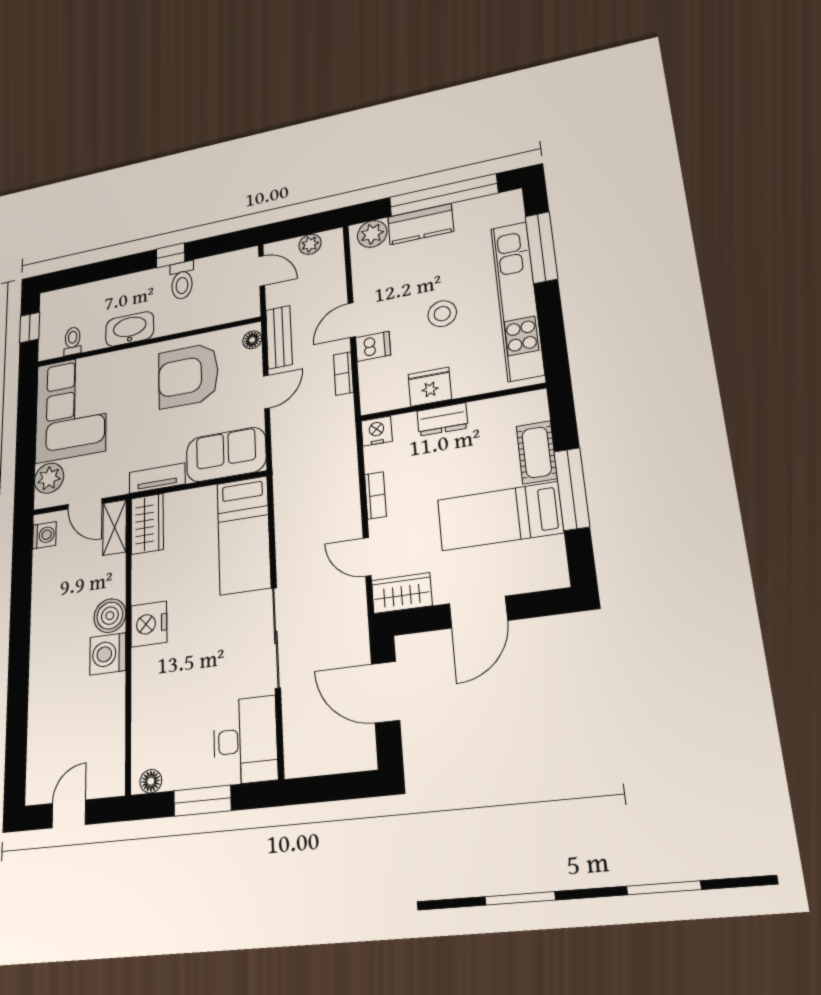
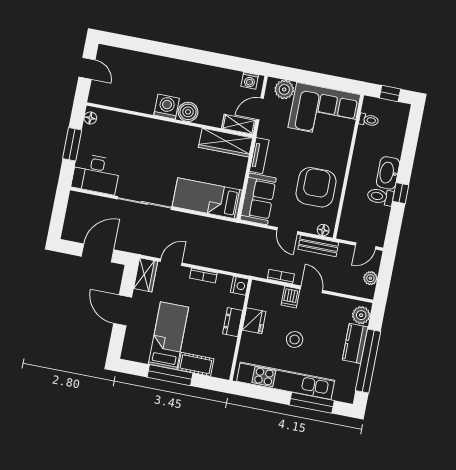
washbasin: (130, 329) -> (388, 173), moved, turned 180
wardrobe: (147, 524) -> (226, 143), width x1.50
nightstand: (149, 624) -> (176, 134), removed

